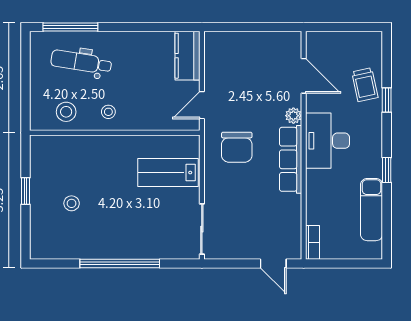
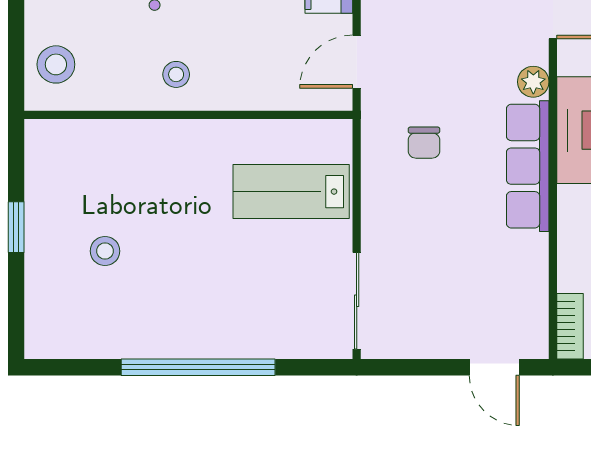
stool: (66, 112) -> (56, 64), moved
chair: (237, 147) -> (424, 143), width x0.54, depth x0.54

